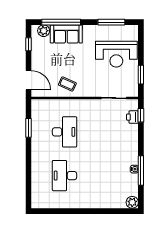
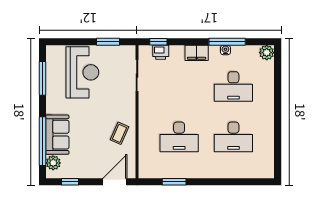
desk: (65, 132) -> (179, 137), turned 180
filing cabinet: (132, 146) -> (197, 53), added
desk: (105, 176) -> (233, 87), added

